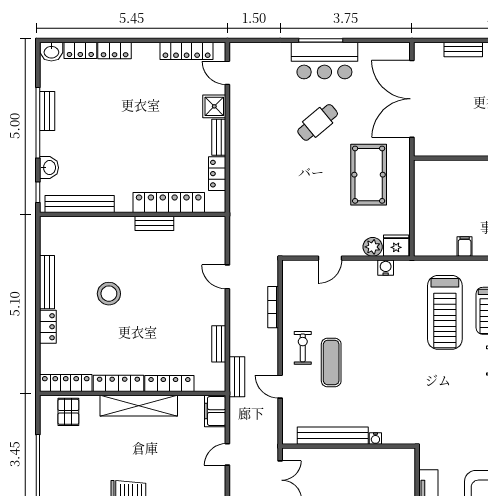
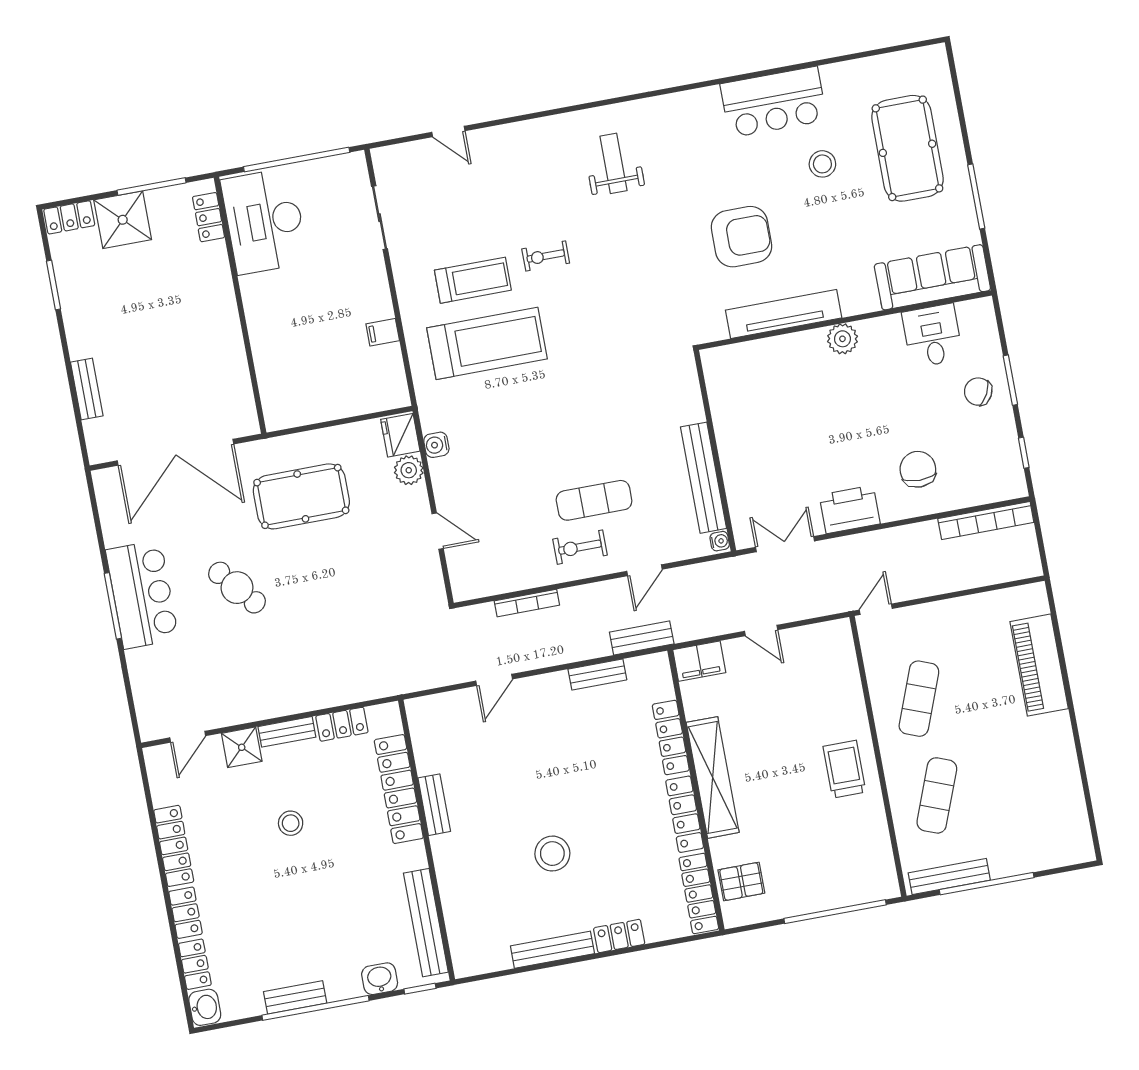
locker: (187, 51) -> (174, 846), moved
stool: (160, 129) -> (291, 823), added
water cooler: (375, 438) -> (720, 541), moved

